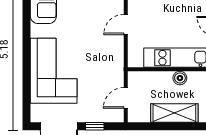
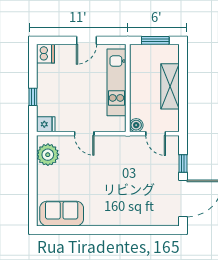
corner sofa: (54, 71) -> (129, 204), removed
boiler: (180, 78) -> (136, 125), moved

